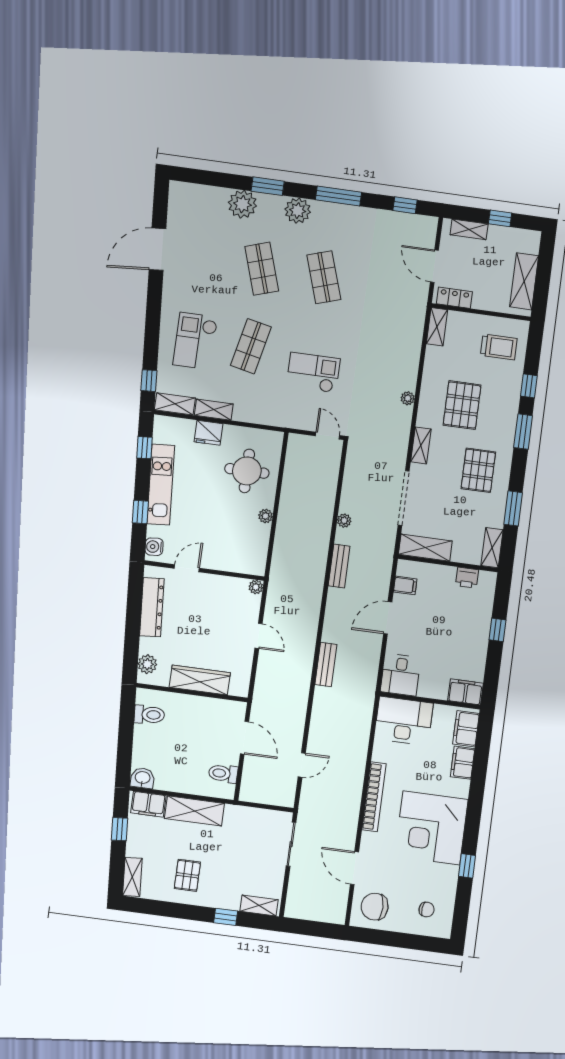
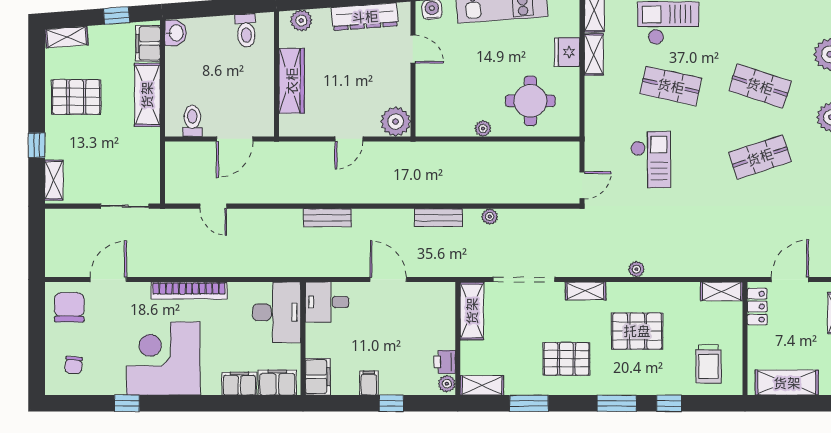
shop shelf: (262, 269) -> (760, 86), turned 36
plant: (486, 578) -> (447, 384), added
filing cabinet: (405, 585) -> (369, 383), moved, turned 180
plant: (256, 587) -> (396, 122), width x1.88, depth x1.88
pallet: (187, 875) -> (76, 97), width x1.50, depth x1.42

